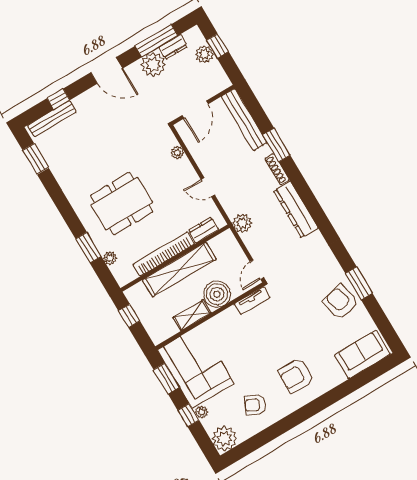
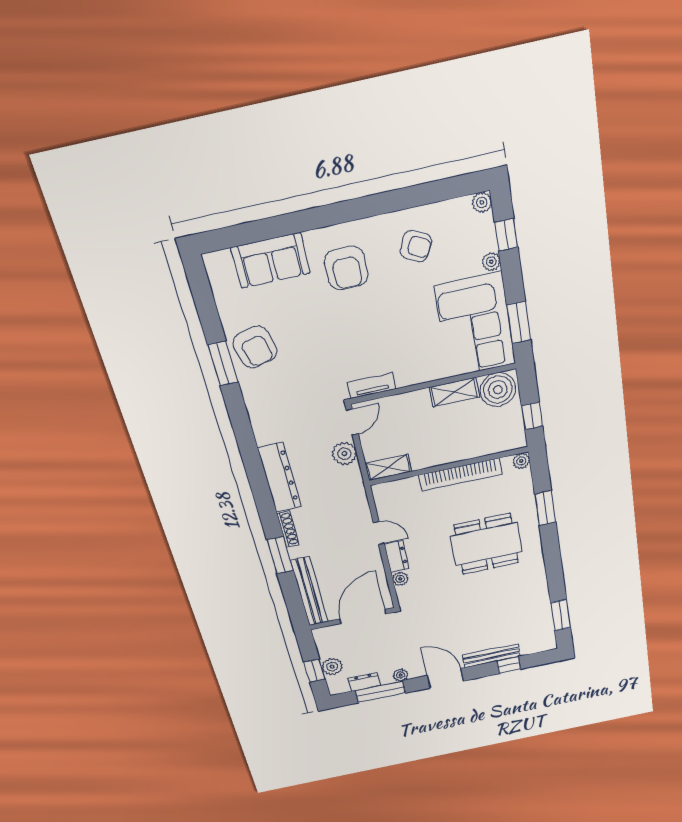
plant: (153, 65) -> (400, 675), width x0.53, depth x0.53
door: (195, 110) -> (363, 616), width x1.36
bench: (52, 119) -> (491, 656), moved
plant: (242, 223) -> (344, 454), moved
dresser: (203, 230) -> (397, 556), moved, turned -90
plant: (110, 258) -> (521, 461), moved
shelving: (179, 269) -> (388, 467), moved, width x0.45, depth x0.75
boiler: (217, 294) -> (498, 390), moved
sofa: (362, 354) -> (271, 260), moved
armchair: (296, 376) -> (346, 268), turned 89
window: (188, 415) -> (506, 235), moved
plant: (225, 439) -> (482, 202), width x0.53, depth x0.53

